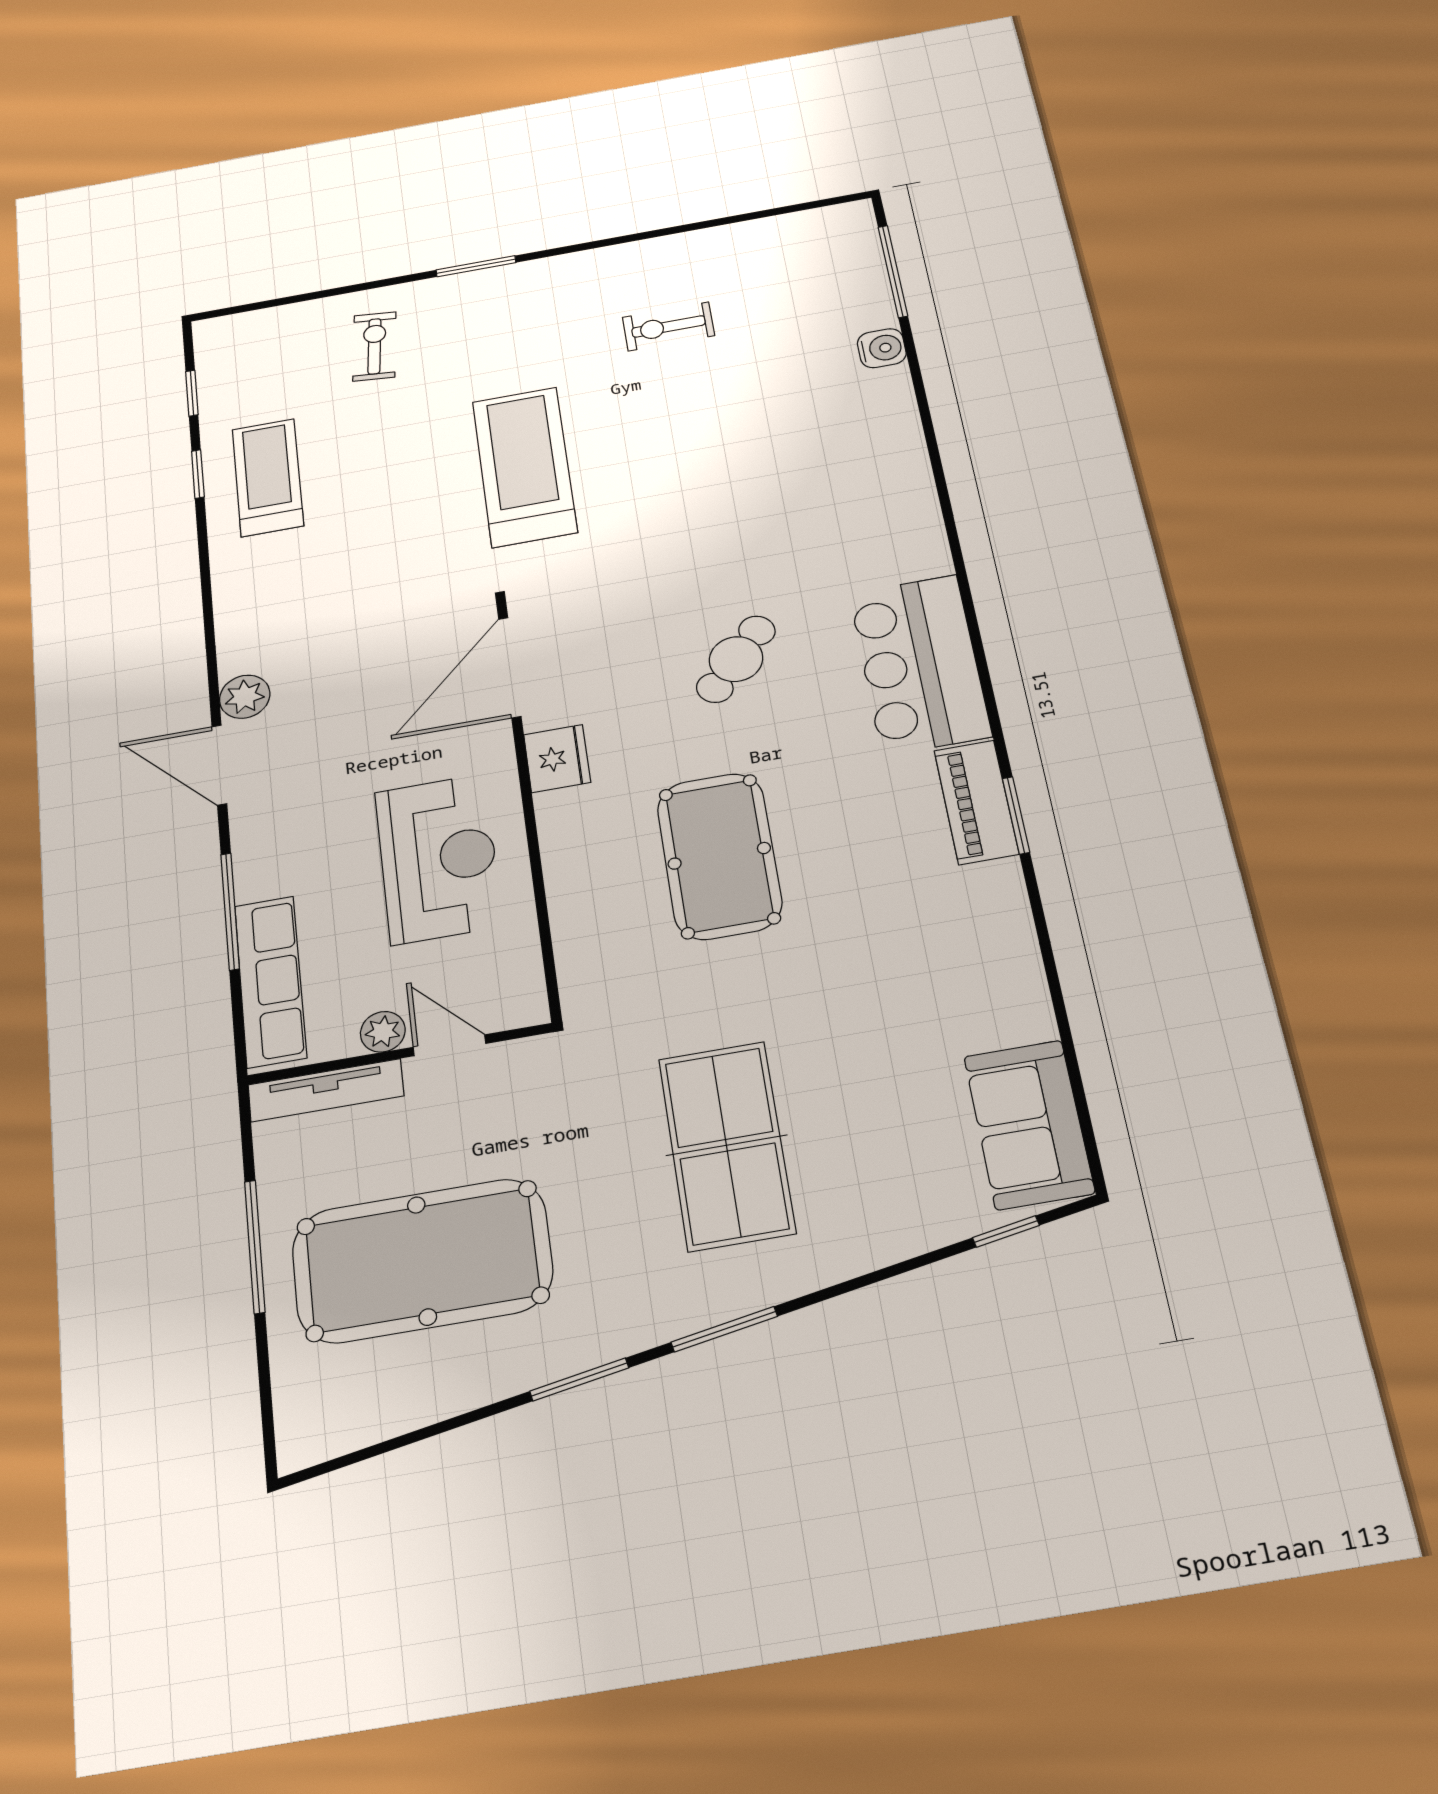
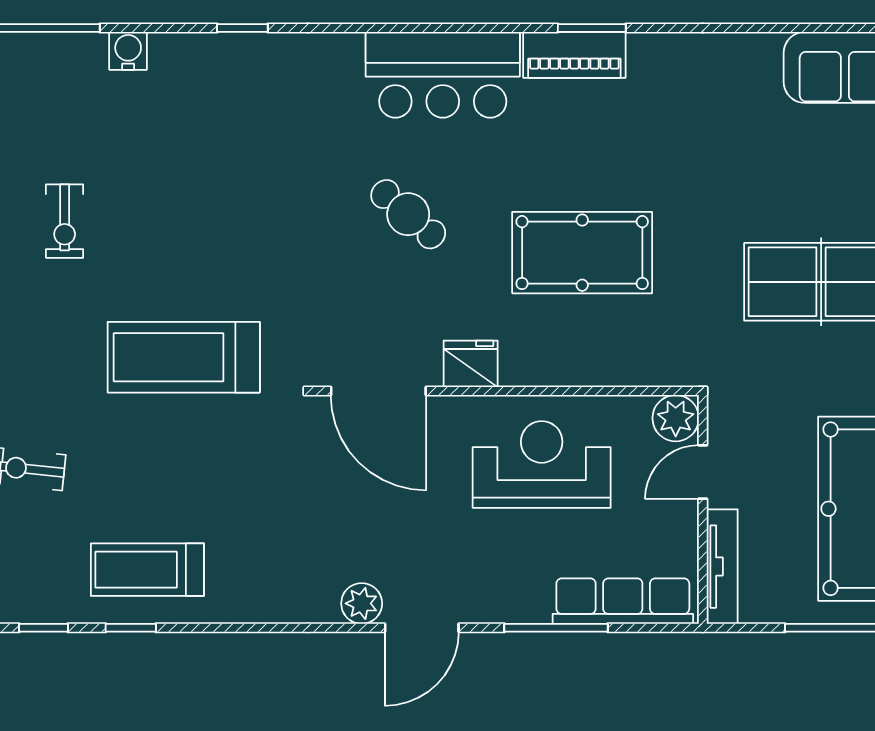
window: (934, 451) -> (242, 28), added
plant: (383, 1032) -> (676, 418), moved, width x1.38, depth x1.38

